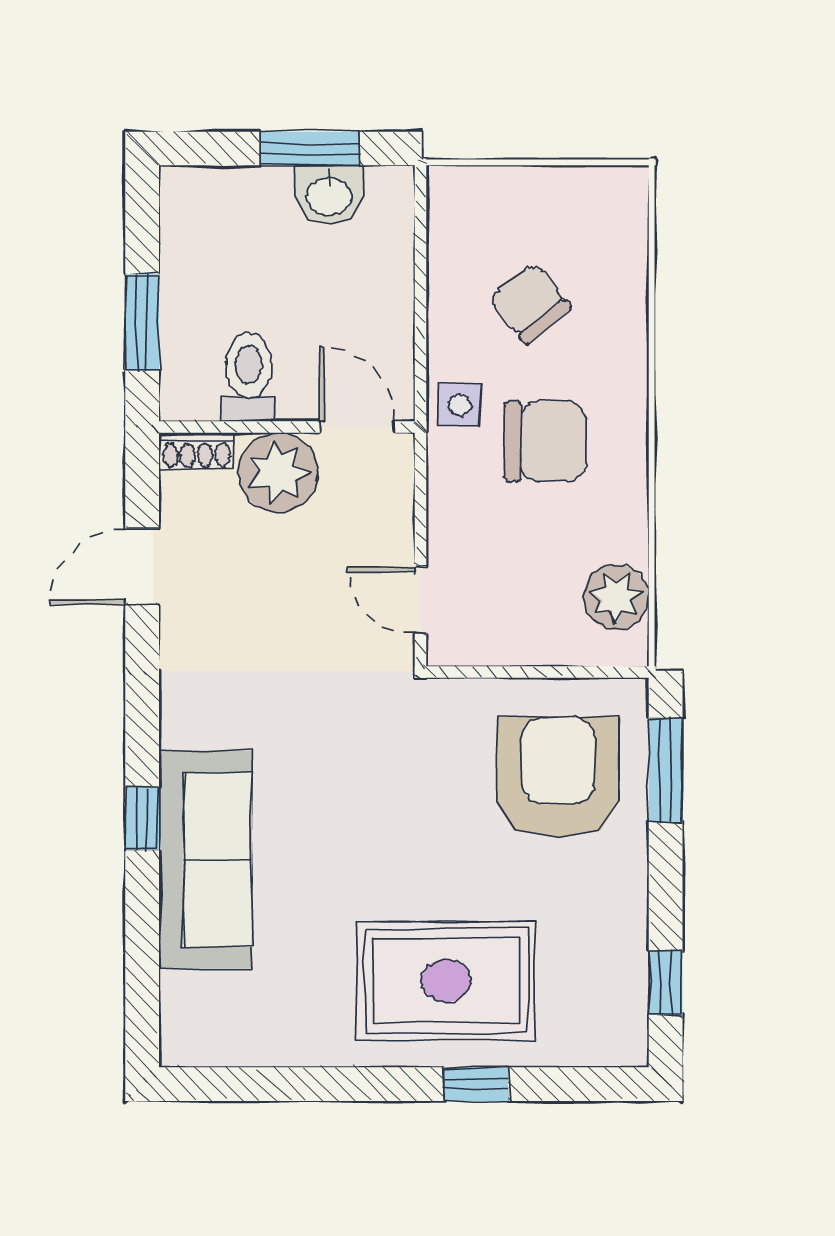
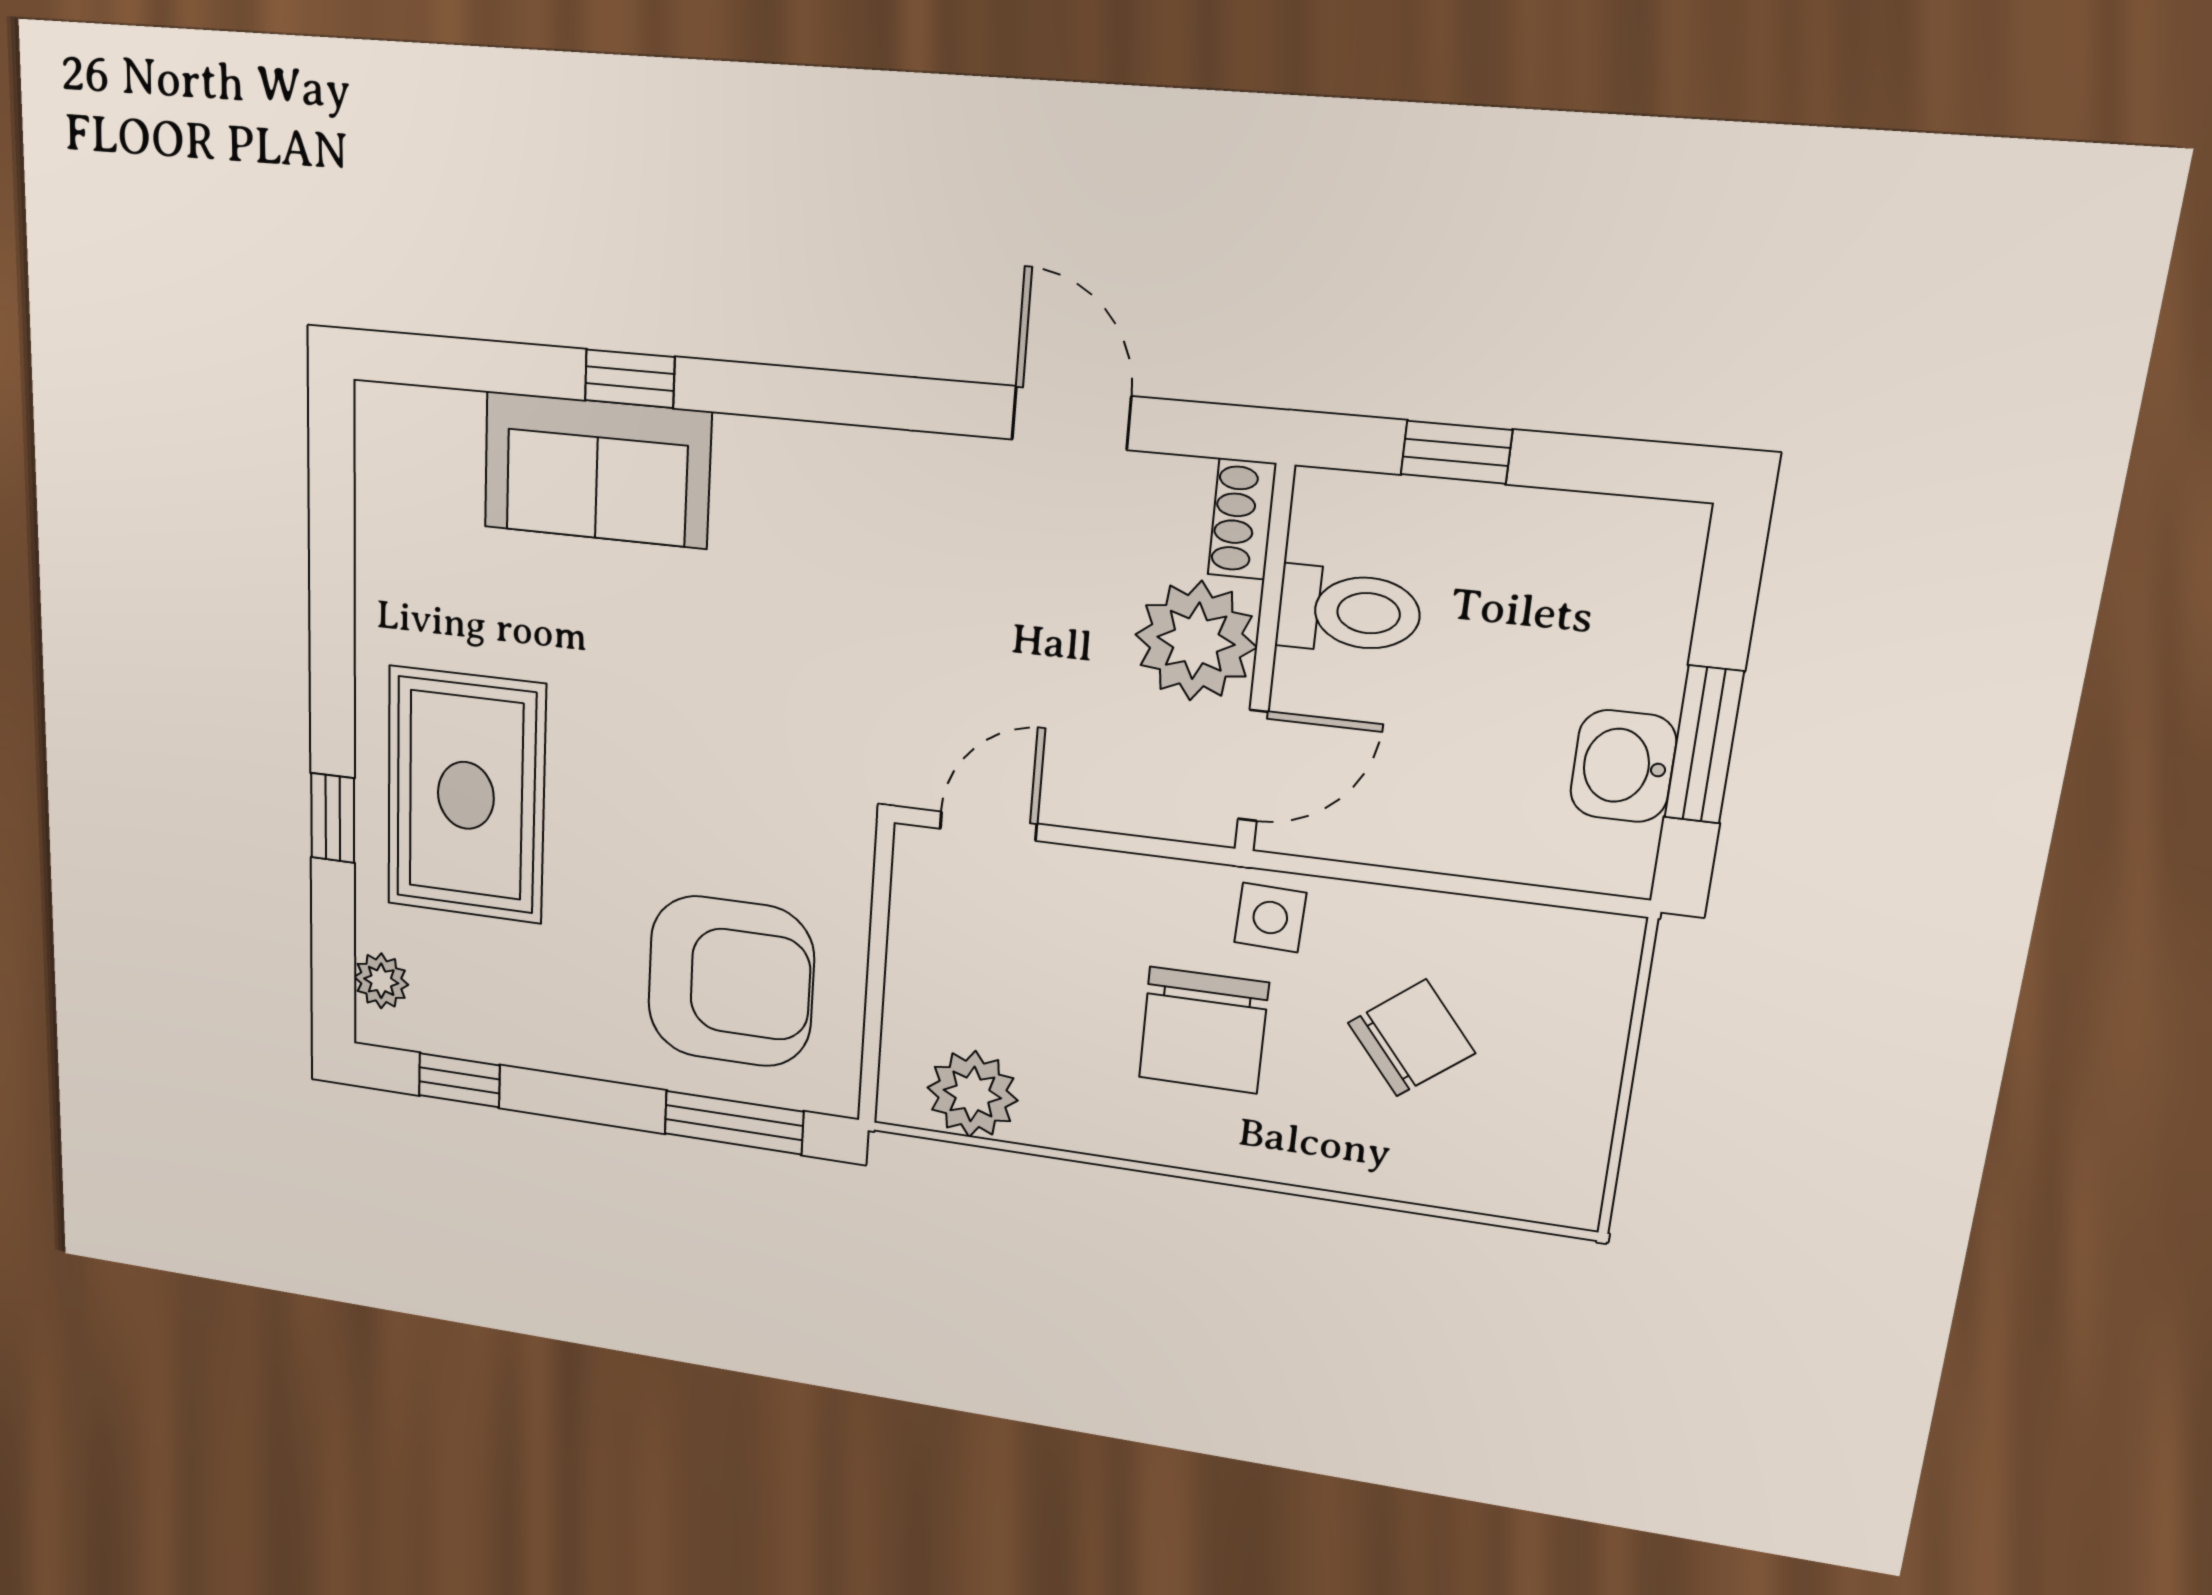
window: (142, 323) -> (1456, 452), width x0.67
window: (142, 819) -> (630, 379), moved
sofa: (205, 860) -> (597, 470), width x0.73
plant: (596, 1046) -> (381, 981), added

